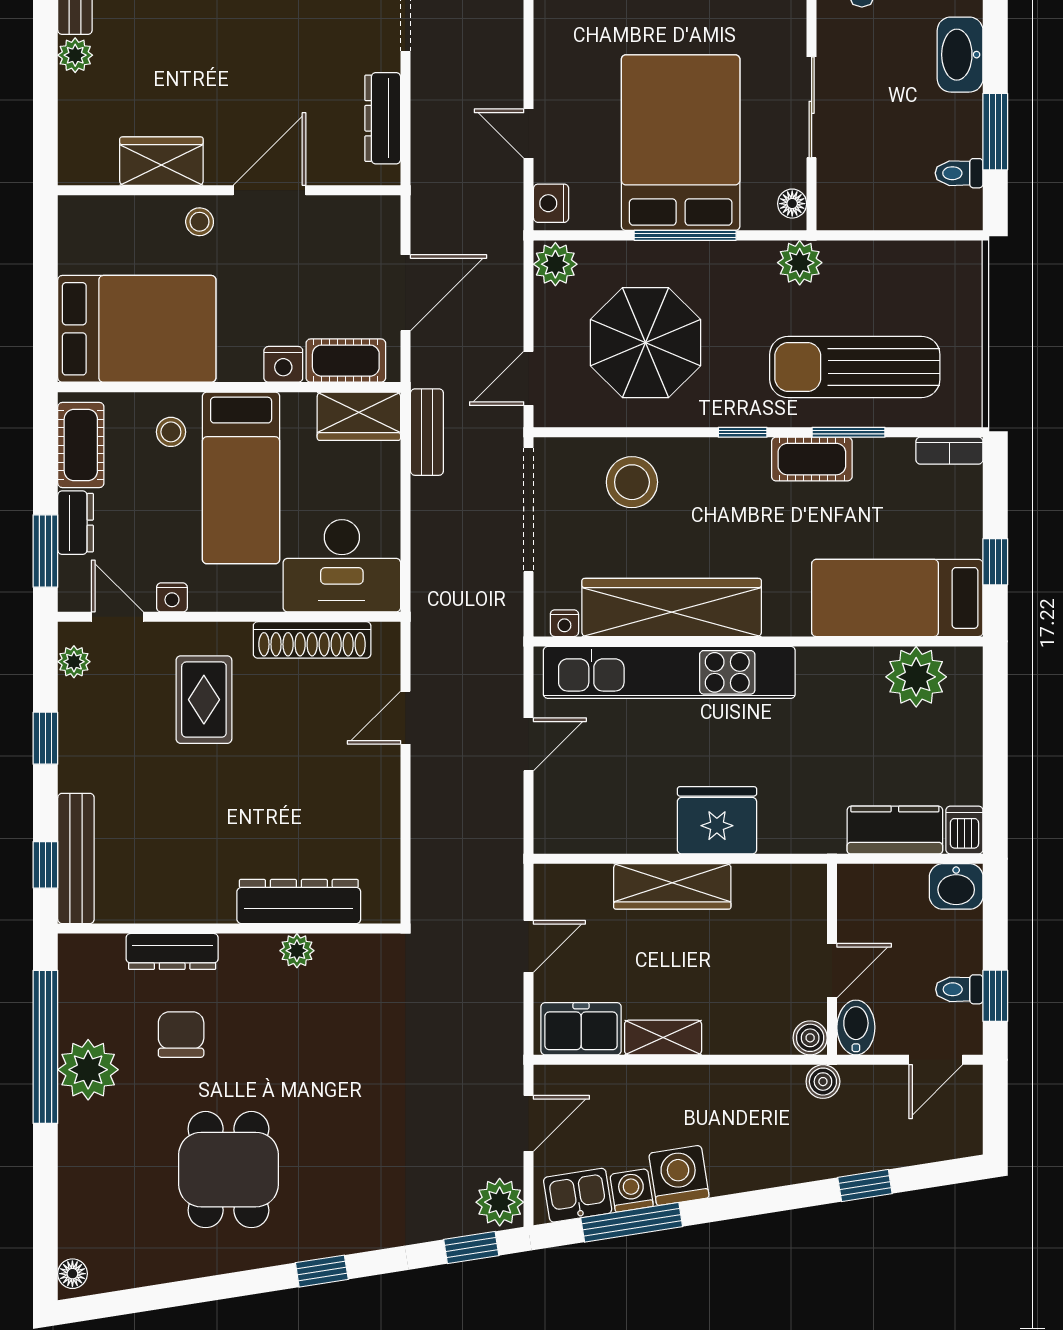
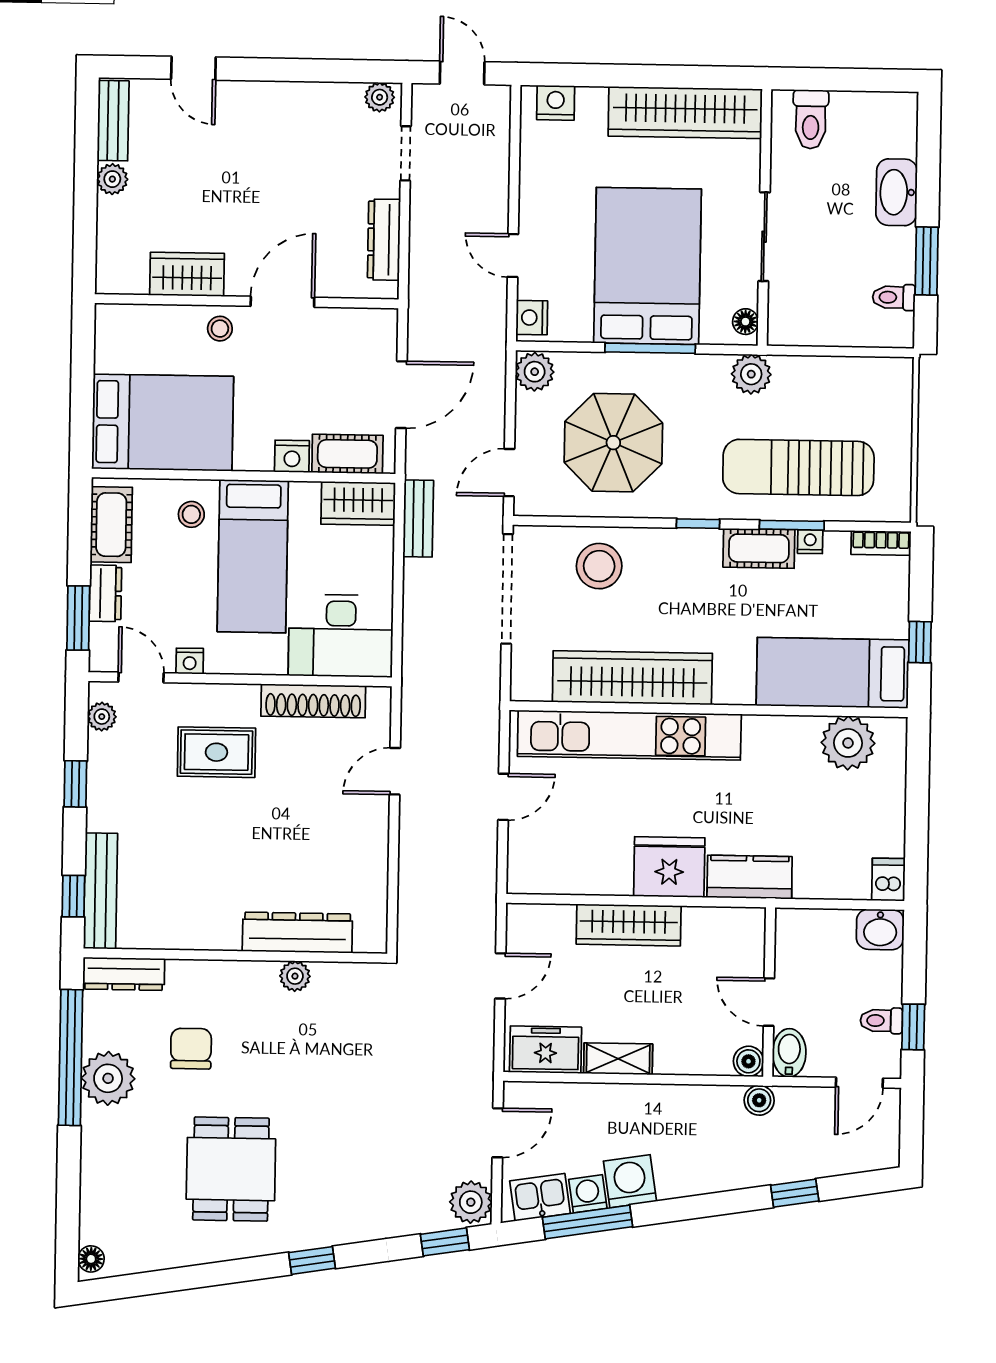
nightstand: (564, 623) -> (810, 542), moved, turned 180
rug: (204, 700) -> (216, 752), turned 90
kitchen counter: (895, 830) -> (750, 877), moved
dresser: (172, 951) -> (124, 974), moved
door: (832, 971) -> (769, 1002), swing flipped

